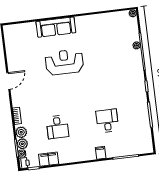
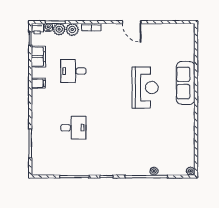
filing cabinet: (101, 153) -> (38, 83), moved

